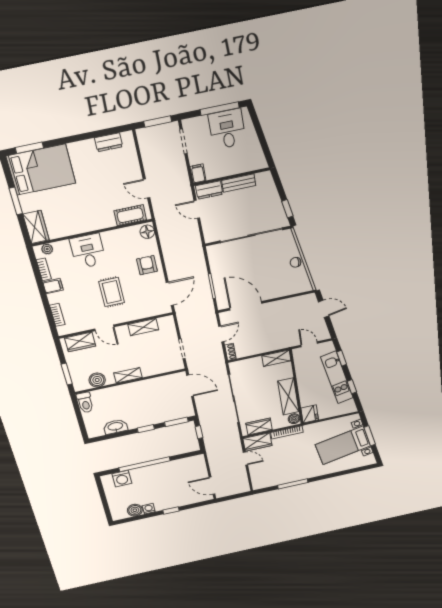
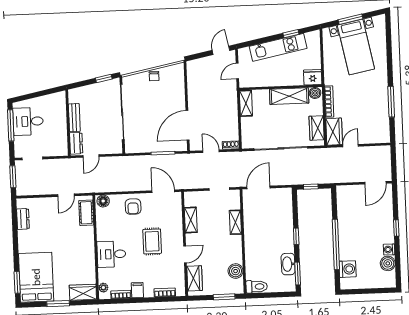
filing cabinet: (198, 173) -> (60, 151), removed
armchair: (147, 265) -> (133, 207), turned -90
rug: (112, 292) -> (152, 241), turned 90
door: (324, 309) -> (221, 50), moved
window: (342, 358) -> (258, 41), removed
shelving: (128, 375) -> (235, 222), moved
window: (176, 422) -> (298, 273), moved

